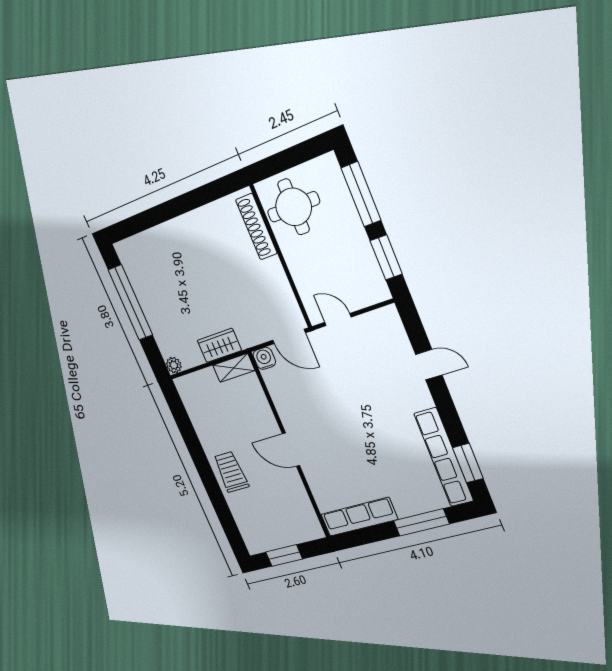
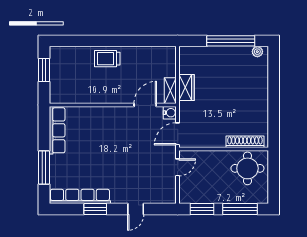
plant: (174, 365) -> (257, 52), moved
door: (291, 450) -> (145, 105), moved
window: (468, 463) -> (95, 209), moved
trolley: (231, 472) -> (107, 59), turned 180

